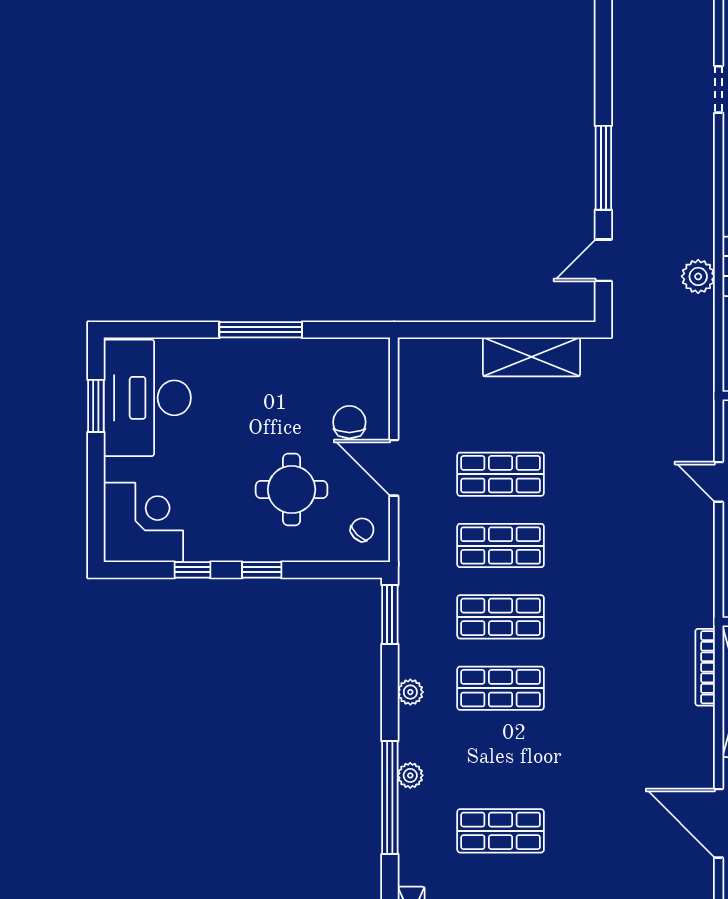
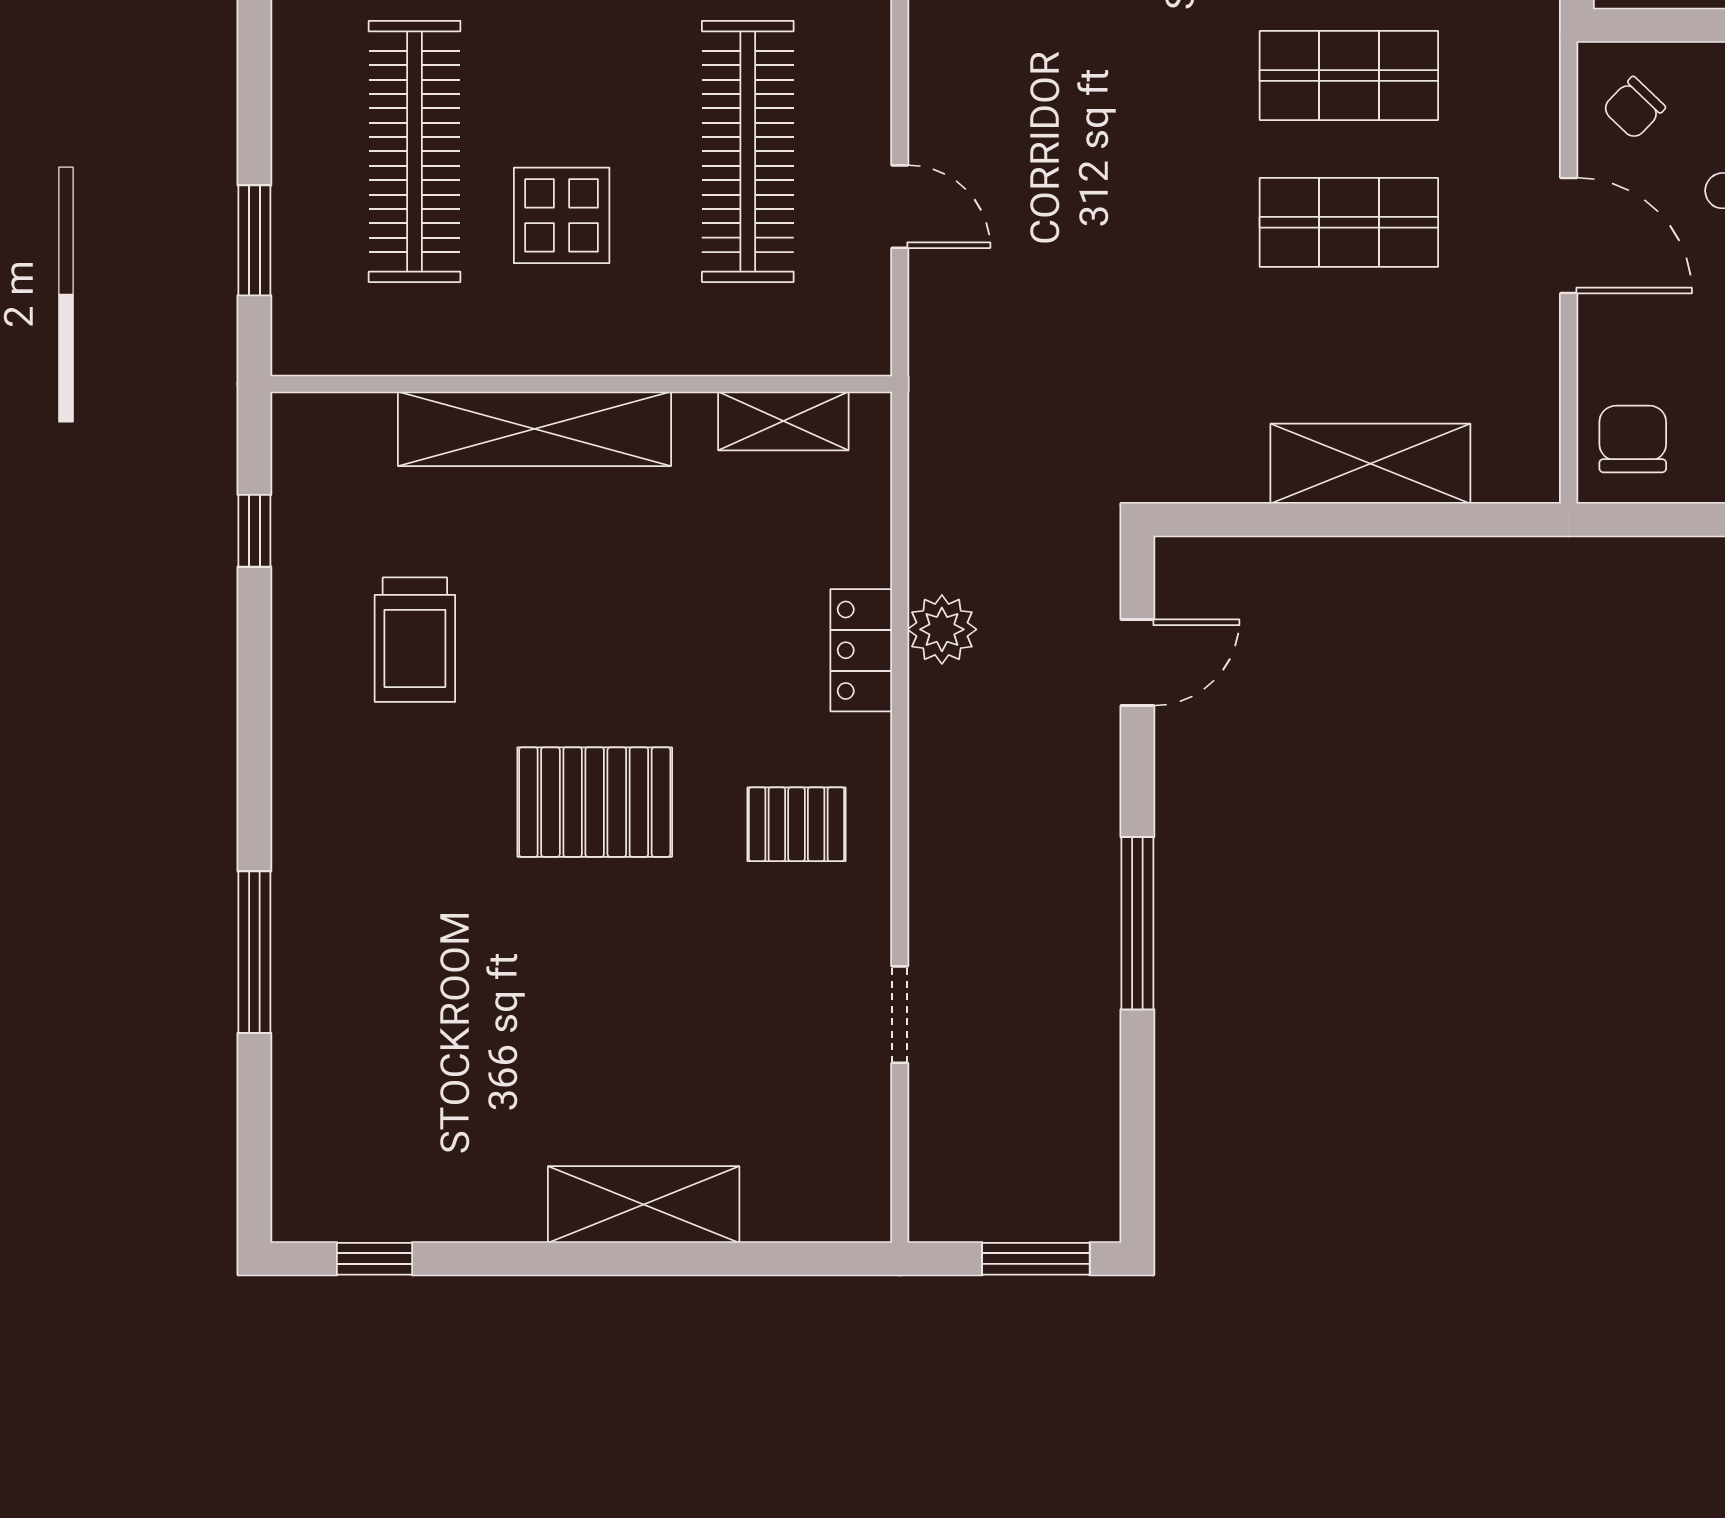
window: (603, 168) -> (1137, 923), moved
shelving: (531, 357) -> (1370, 464), moved
chair: (349, 422) -> (1633, 439), moved, turned 180

